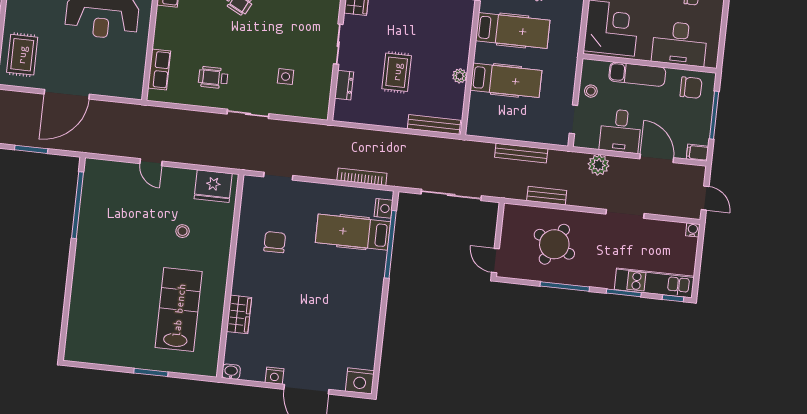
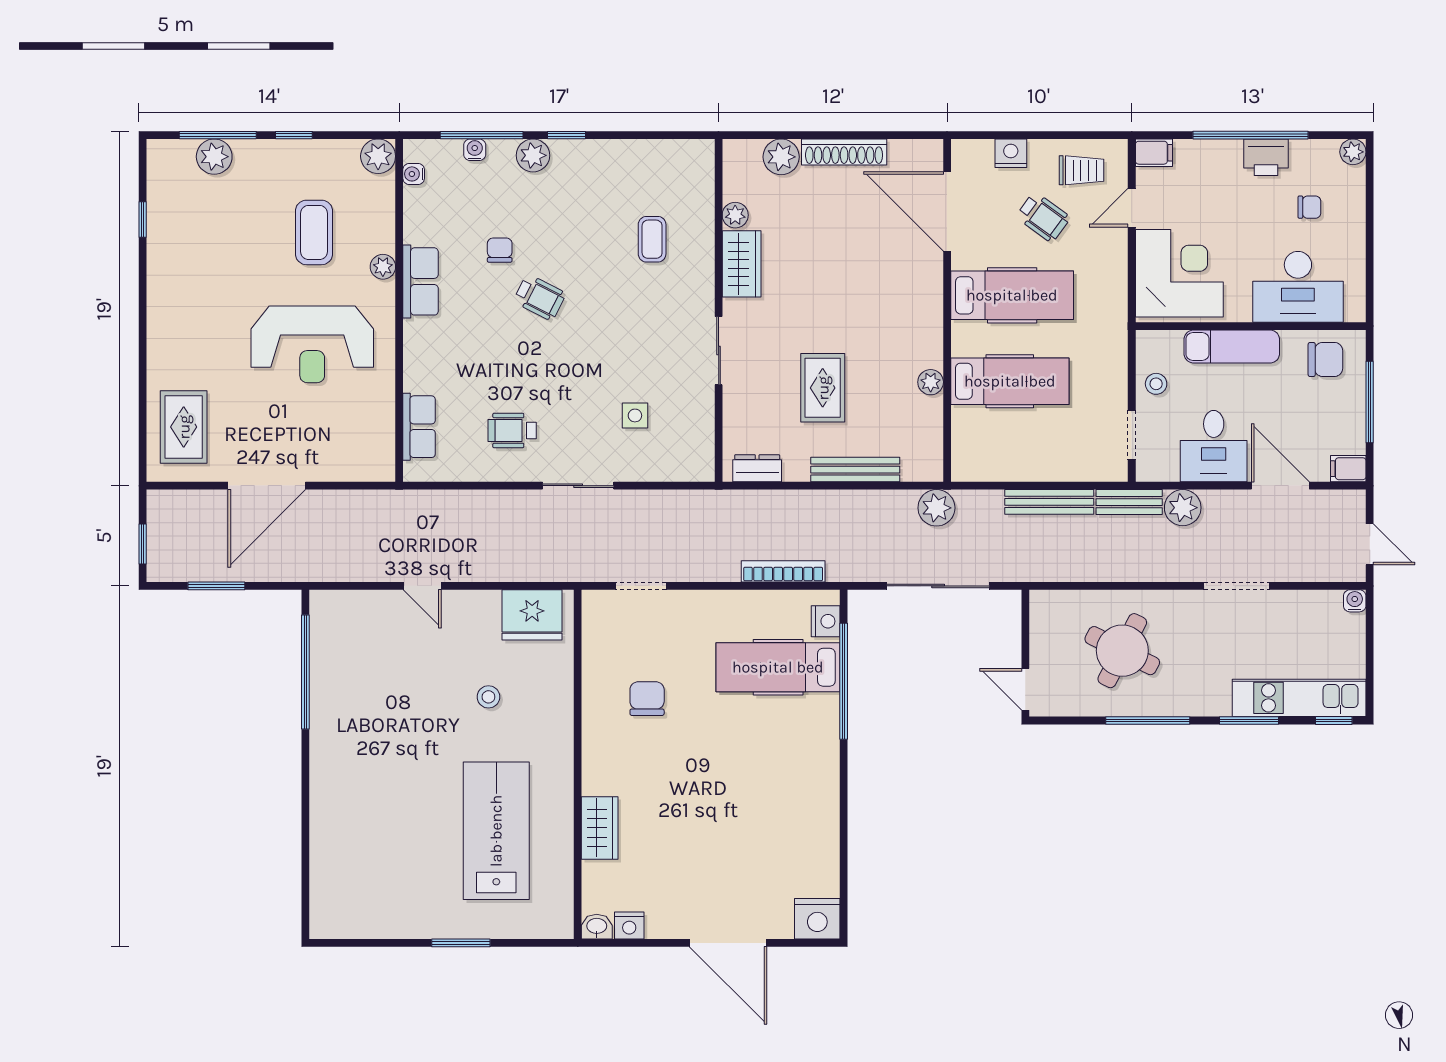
dresser: (344, 85) -> (757, 468), moved, turned -90
bench: (434, 125) -> (855, 470), moved
plant: (455, 149) -> (936, 508), added
bench: (547, 196) -> (1129, 502), moved
nightstand: (275, 376) -> (629, 925), moved

